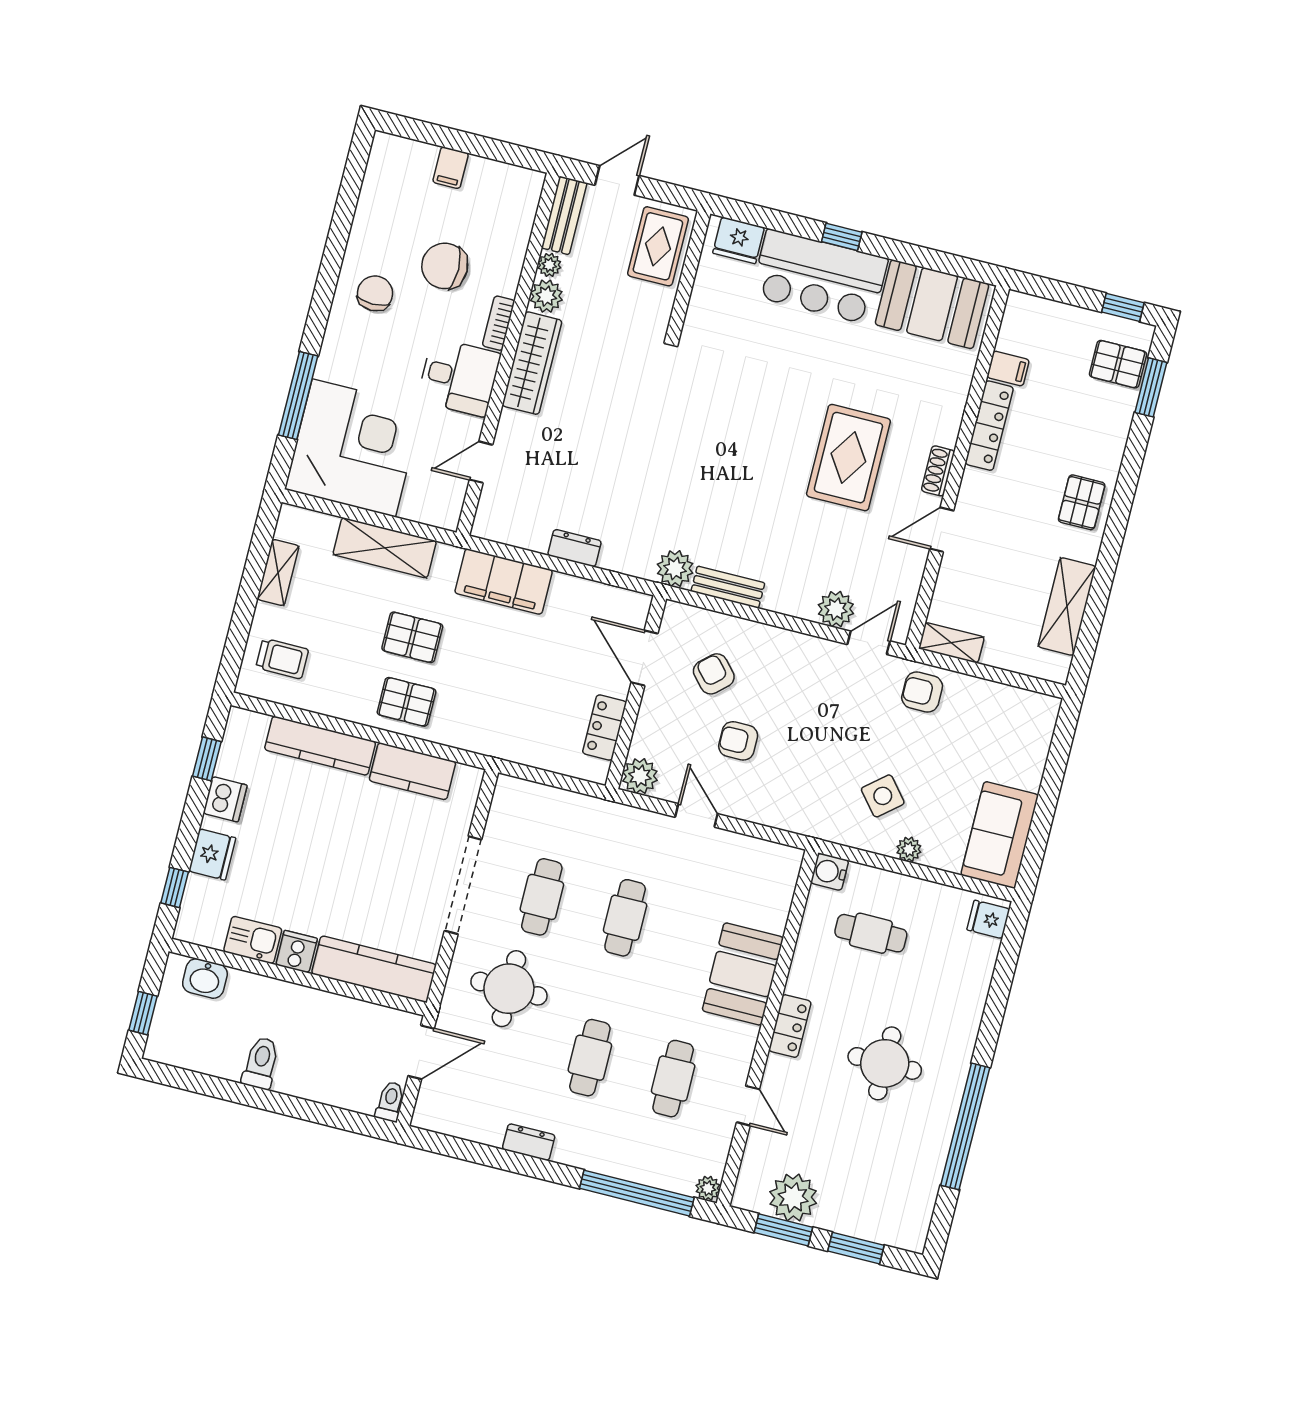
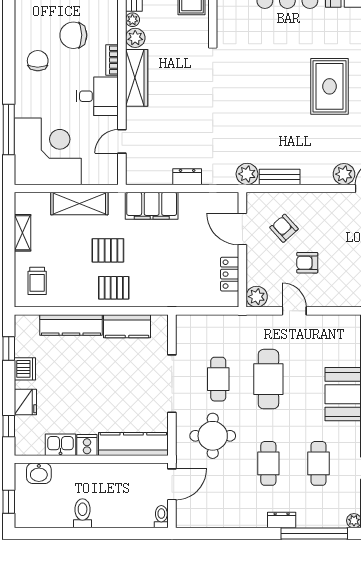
trolley: (282, 659) -> (37, 281), turned 90
cafe table: (625, 918) -> (268, 379), width x1.37, depth x1.35
dresser: (529, 1142) -> (282, 520), moved

